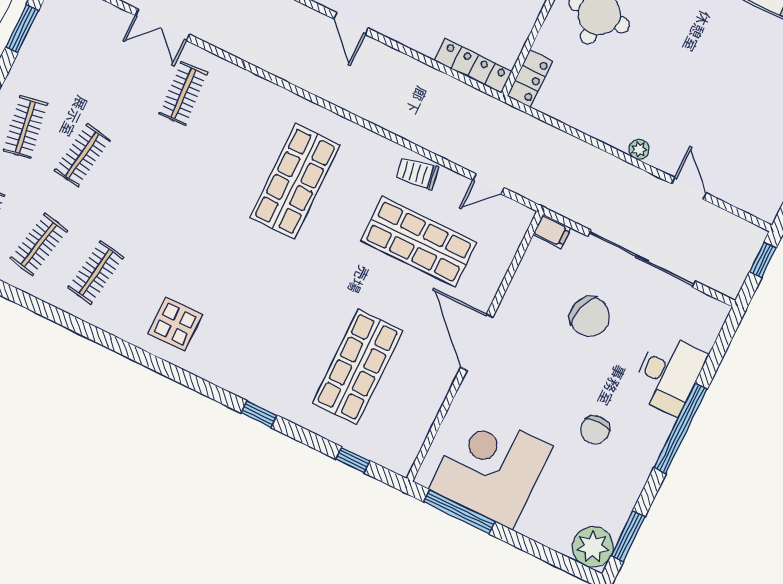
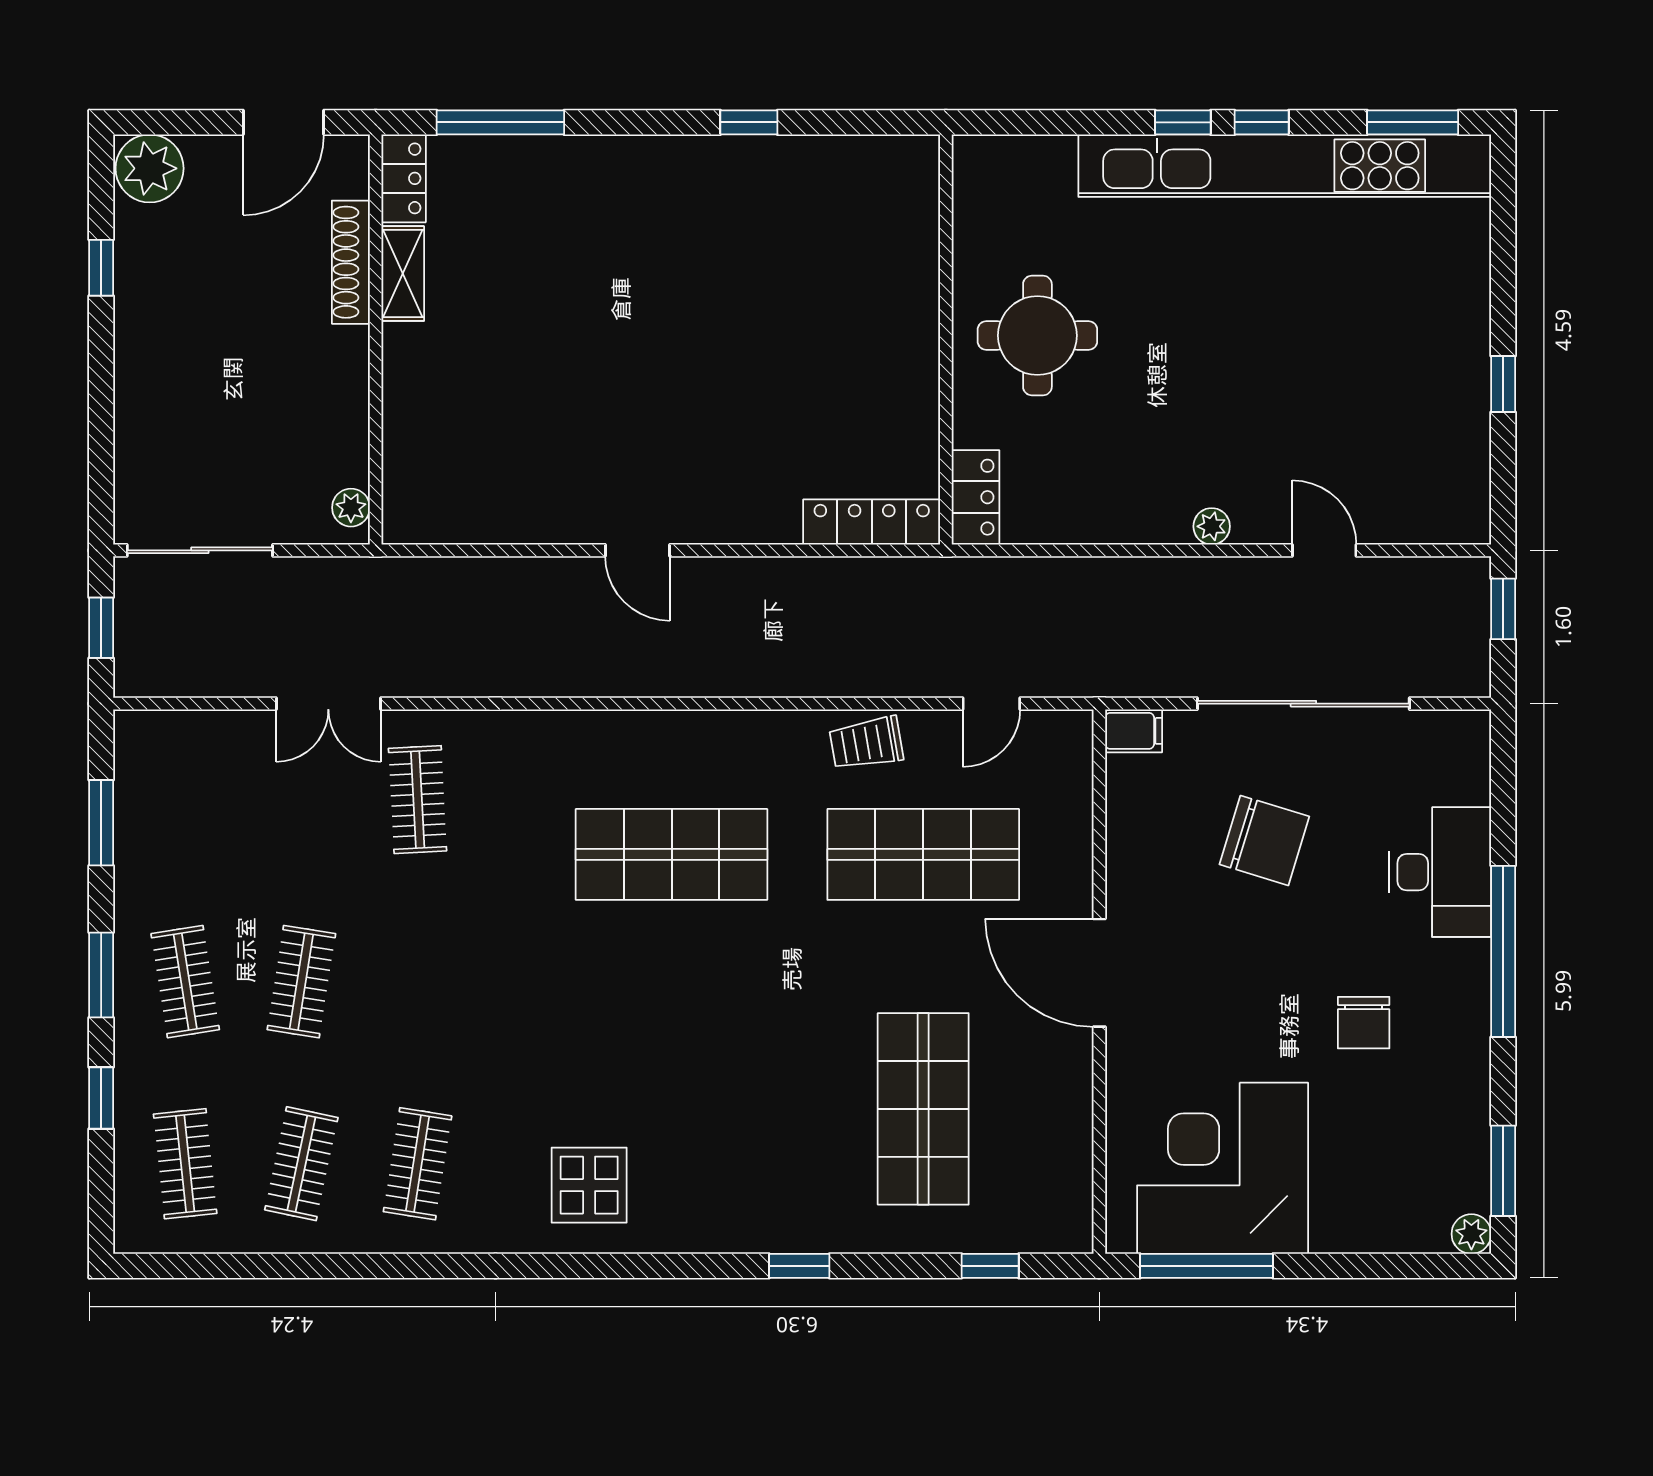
shop shelf: (295, 181) -> (672, 854), turned 90
plant: (593, 547) -> (1471, 1234), width x0.53, depth x0.53

